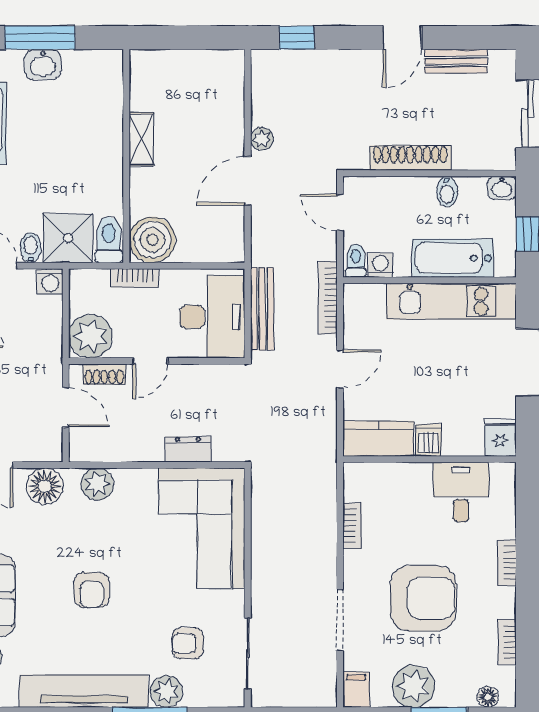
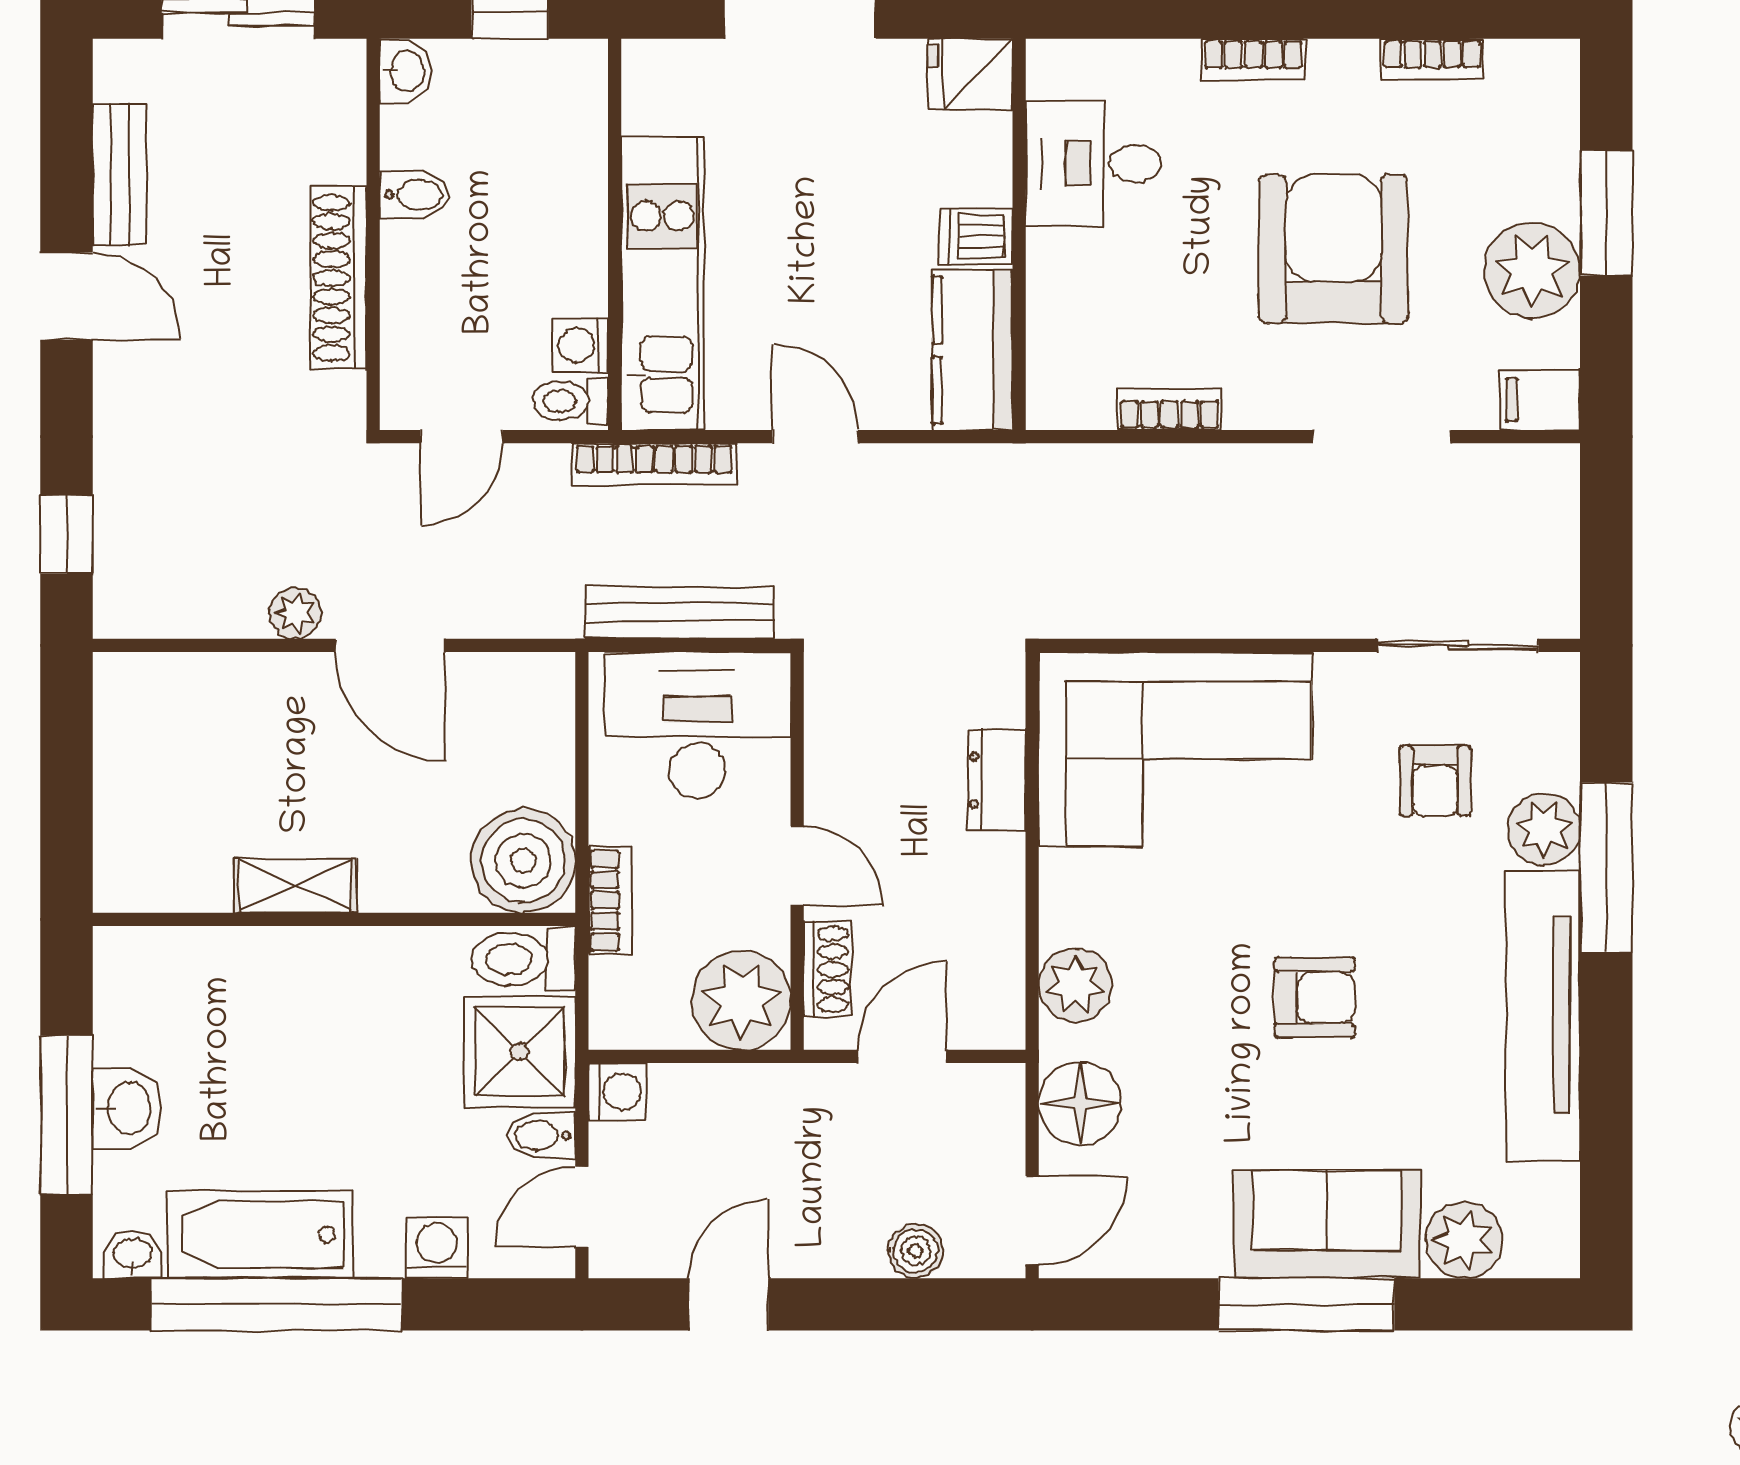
bathtub: (453, 258) -> (565, 182), removed
kitchen unit: (451, 301) -> (662, 284), moved
floor lamp: (488, 697) -> (1556, 103), removed

